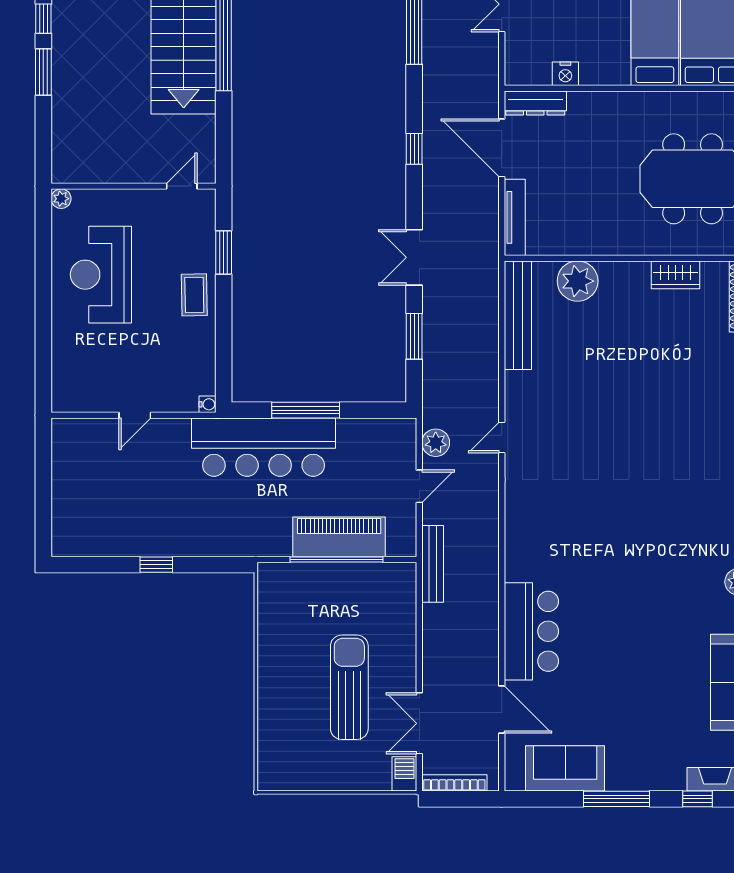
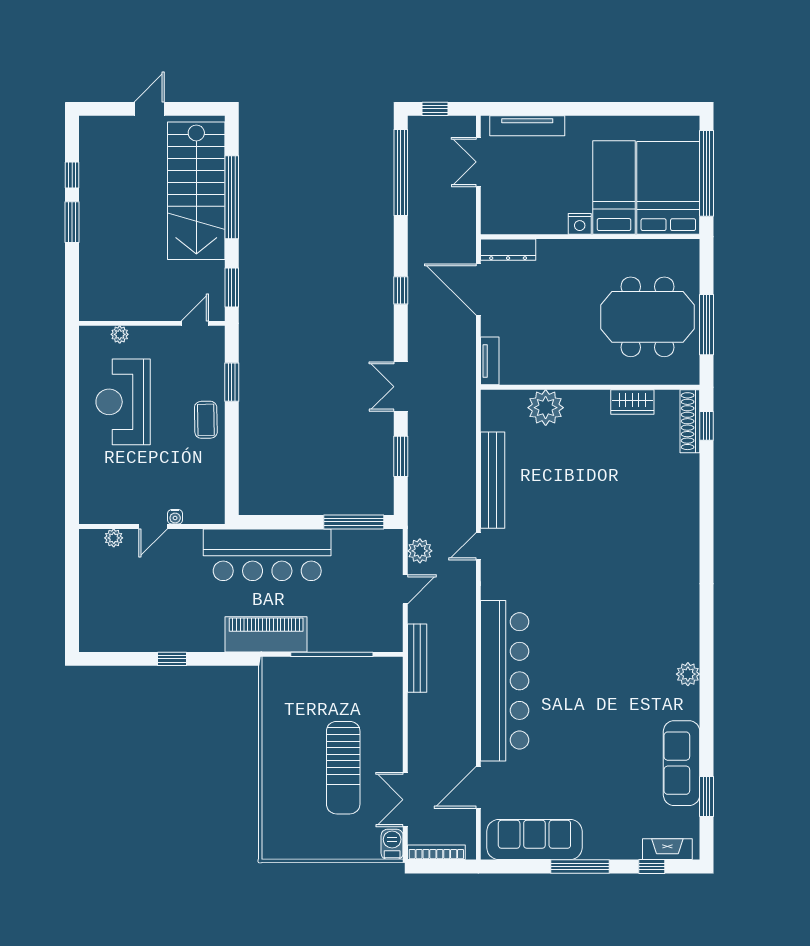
nightstand: (565, 74) -> (580, 224), moved
window: (224, 146) -> (232, 287), added
plant: (61, 199) -> (120, 334), moved
tv unit: (515, 217) -> (490, 361), width x0.71
bench: (518, 315) -> (493, 480), moved
water cooler: (208, 404) -> (175, 517), moved, turned 90
window: (306, 410) -> (354, 522), moved
plant: (90, 428) -> (114, 538), added
piano: (339, 537) -> (266, 634), moved
bar counter: (531, 631) -> (505, 681), width x1.86
sun lounger: (349, 687) -> (343, 768), turned 180
door: (502, 710) -> (478, 787), swing flipped
sofa: (565, 768) -> (534, 839), width x1.36

